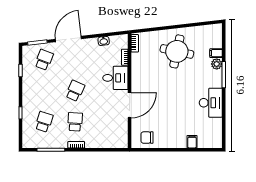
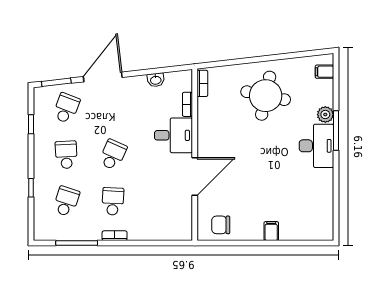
filing cabinet: (216, 53) -> (324, 72), moved
school desk: (44, 91) -> (66, 155), added
desk: (211, 103) -> (316, 146), moved
filing cabinet: (192, 142) -> (271, 231), moved

